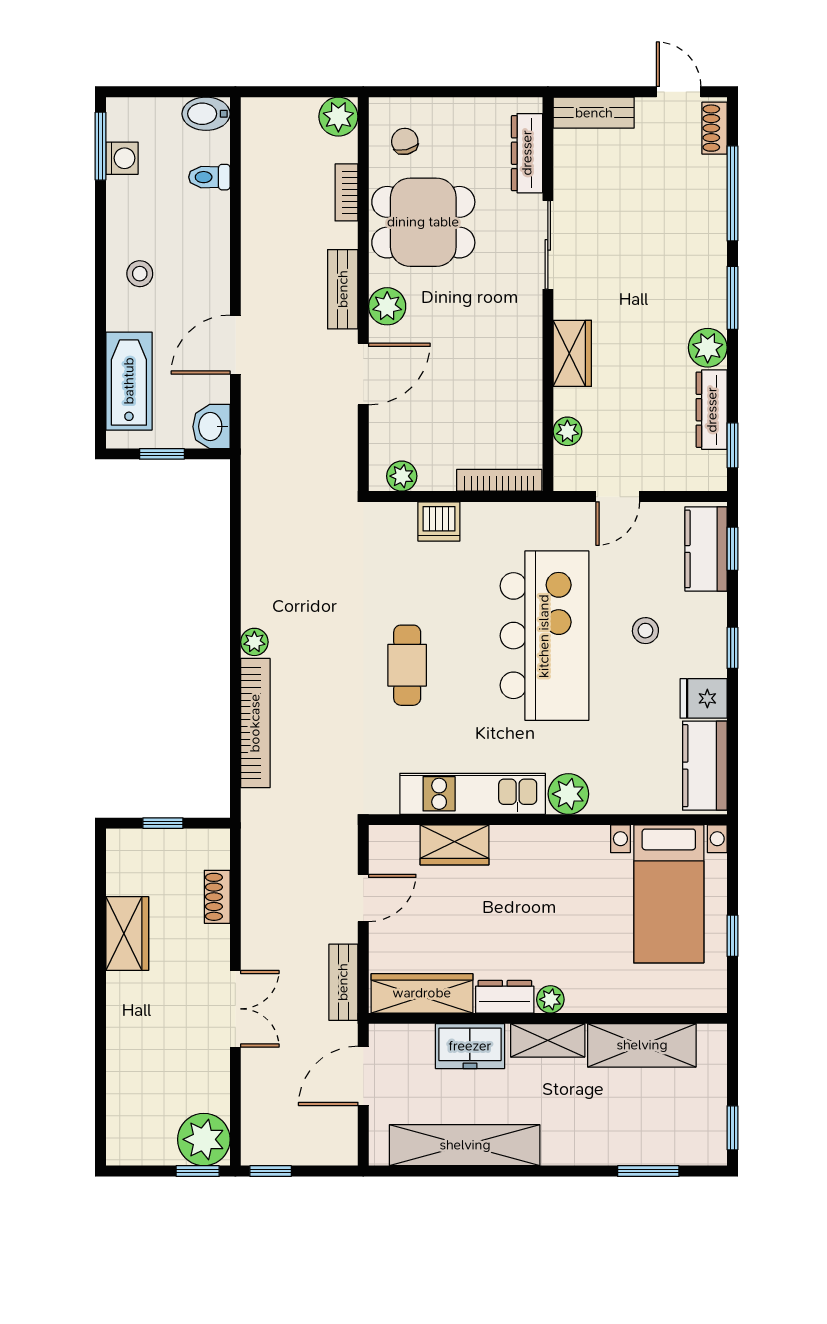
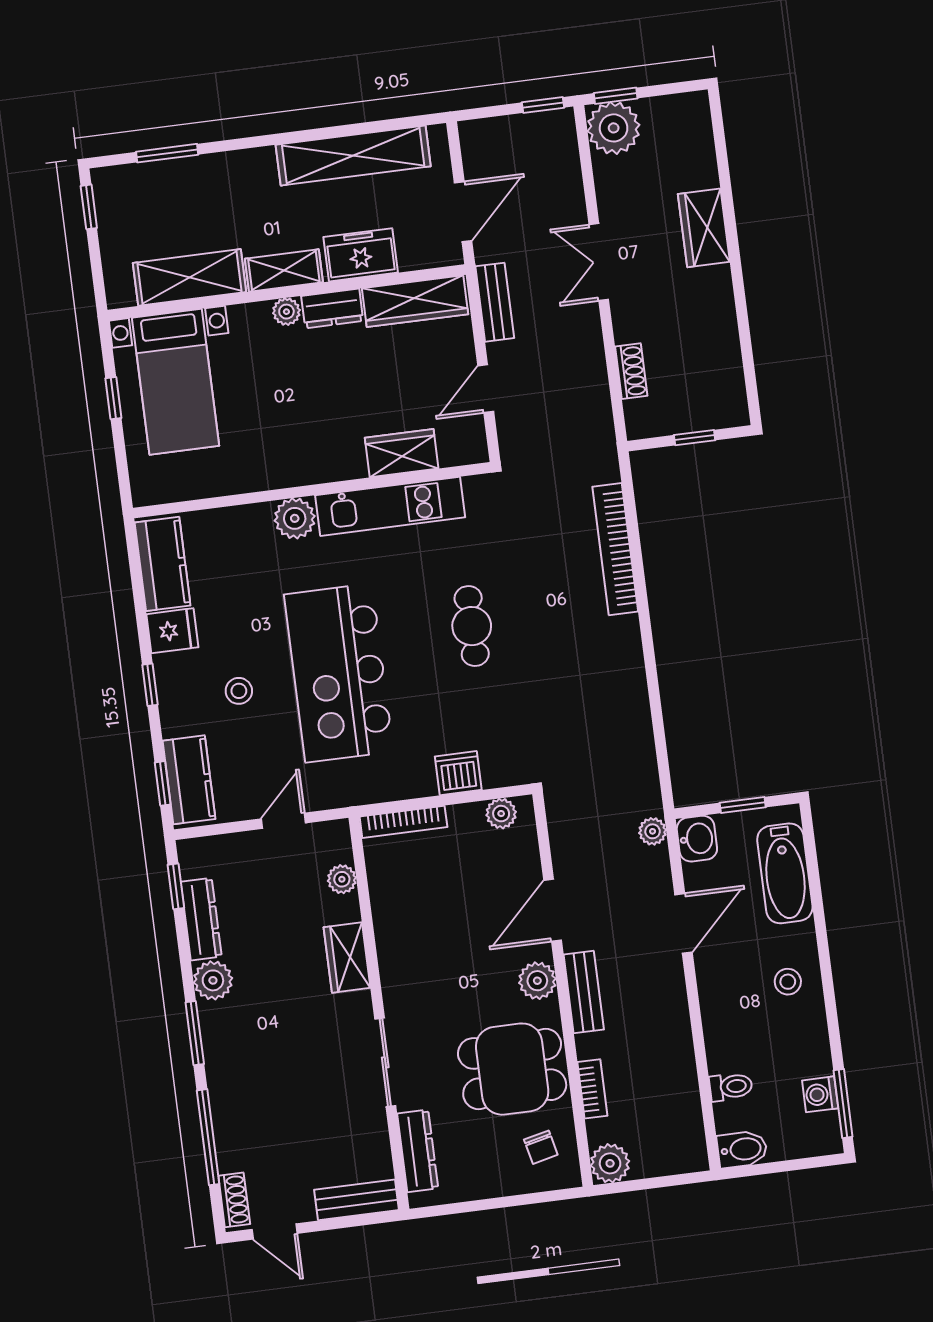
plant: (254, 642) -> (653, 831), moved
bed with nightstands: (669, 894) -> (176, 382), moved, turned 180
wardrobe: (127, 934) -> (704, 228), moved

